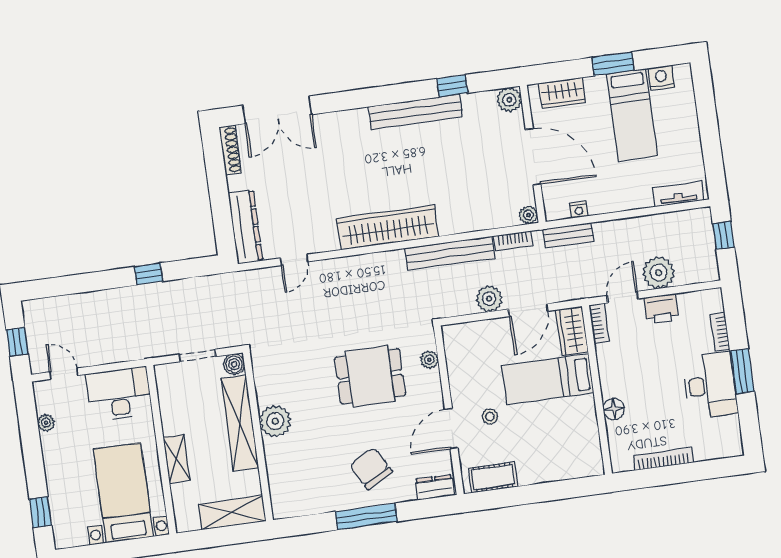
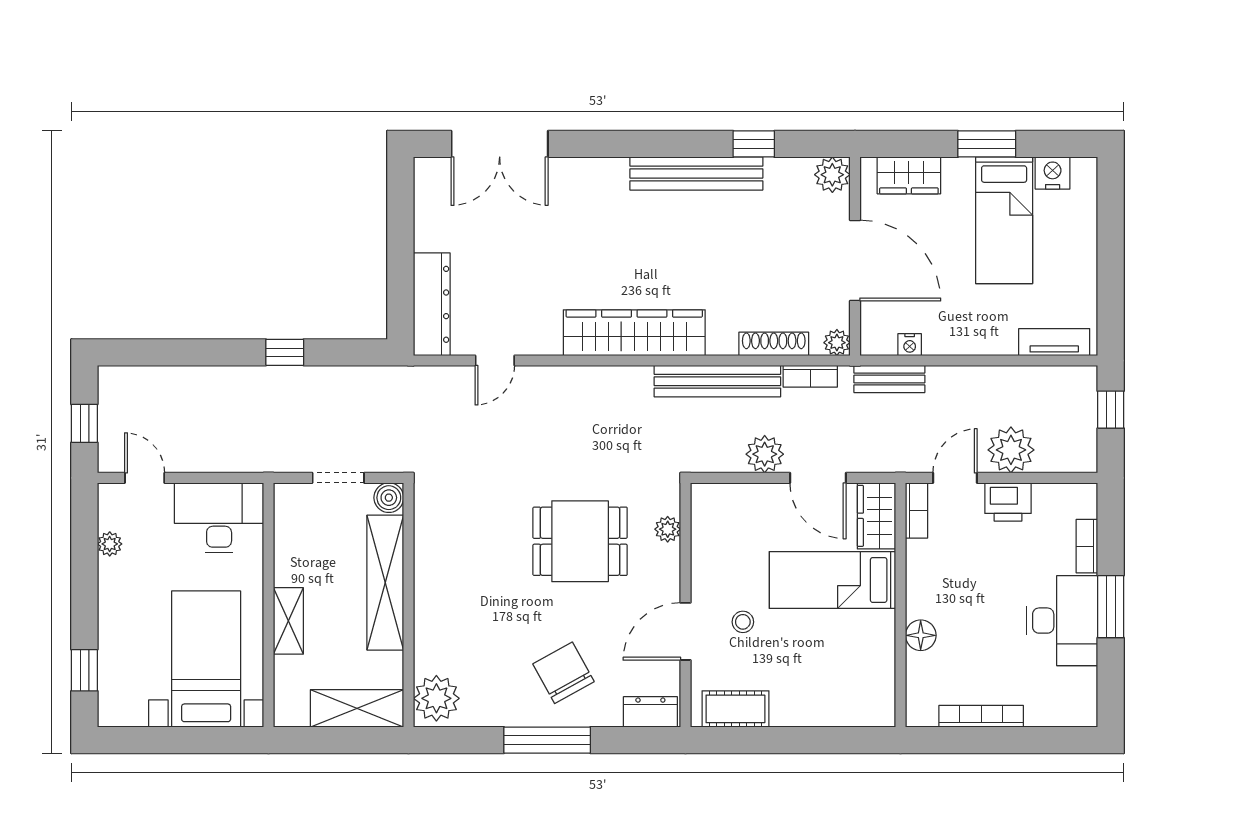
shoe rack: (230, 150) -> (774, 344), moved, turned -90
door: (528, 310) -> (818, 478), hinge flipped
plant: (275, 421) -> (436, 698), moved

